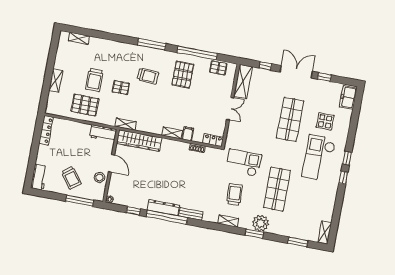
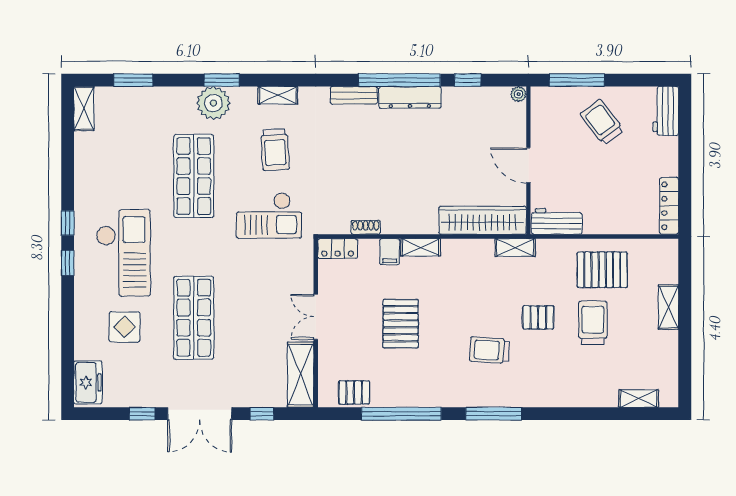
pallet: (183, 75) -> (401, 324), moved
stool: (100, 177) -> (547, 133), removed

